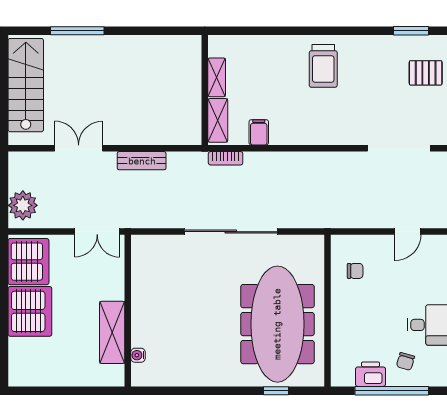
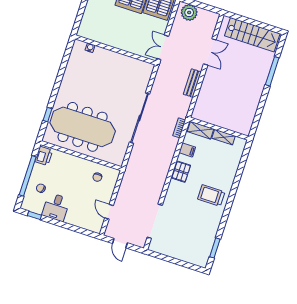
pallet: (426, 73) -> (181, 172), moved
shelving: (112, 332) -> (107, 38), removed
printer: (371, 374) -> (44, 156), moved

